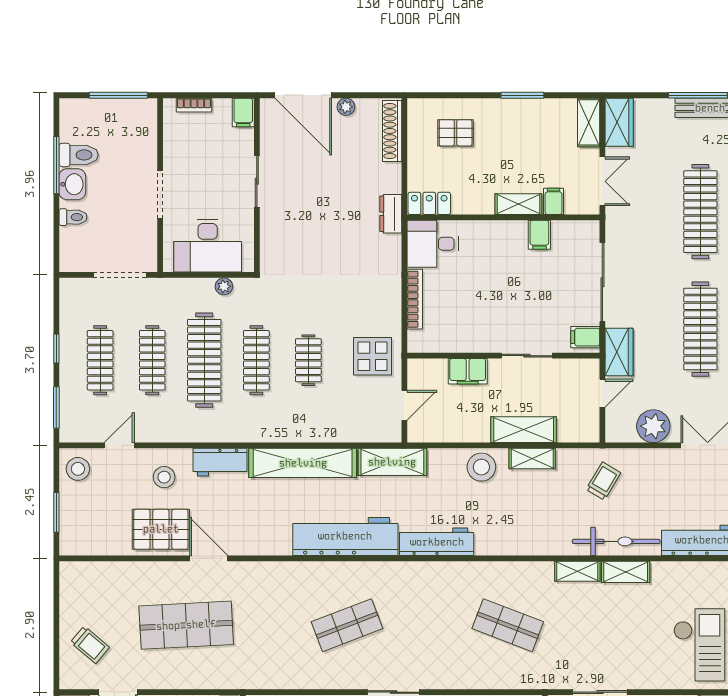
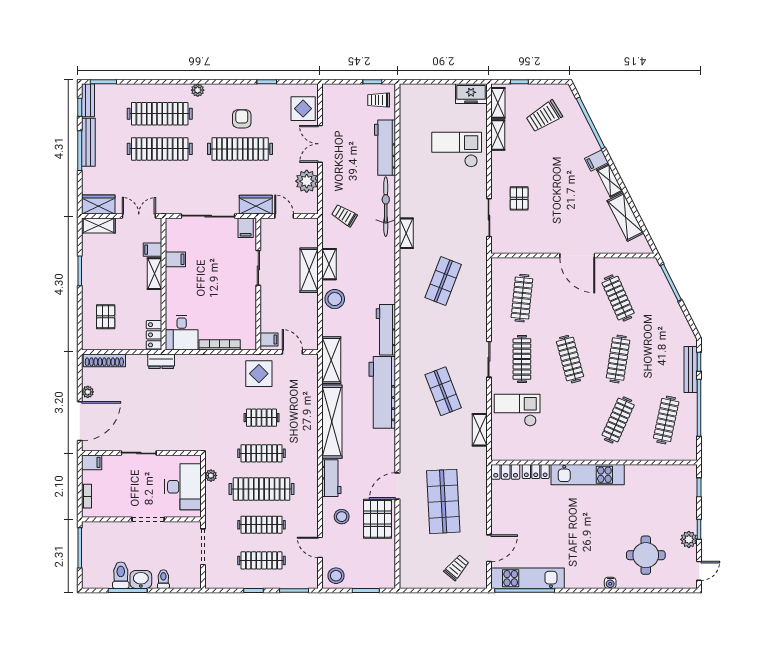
filing cabinet: (468, 371) -> (269, 339), moved, width x0.50
shelving: (626, 572) -> (480, 430), moved

